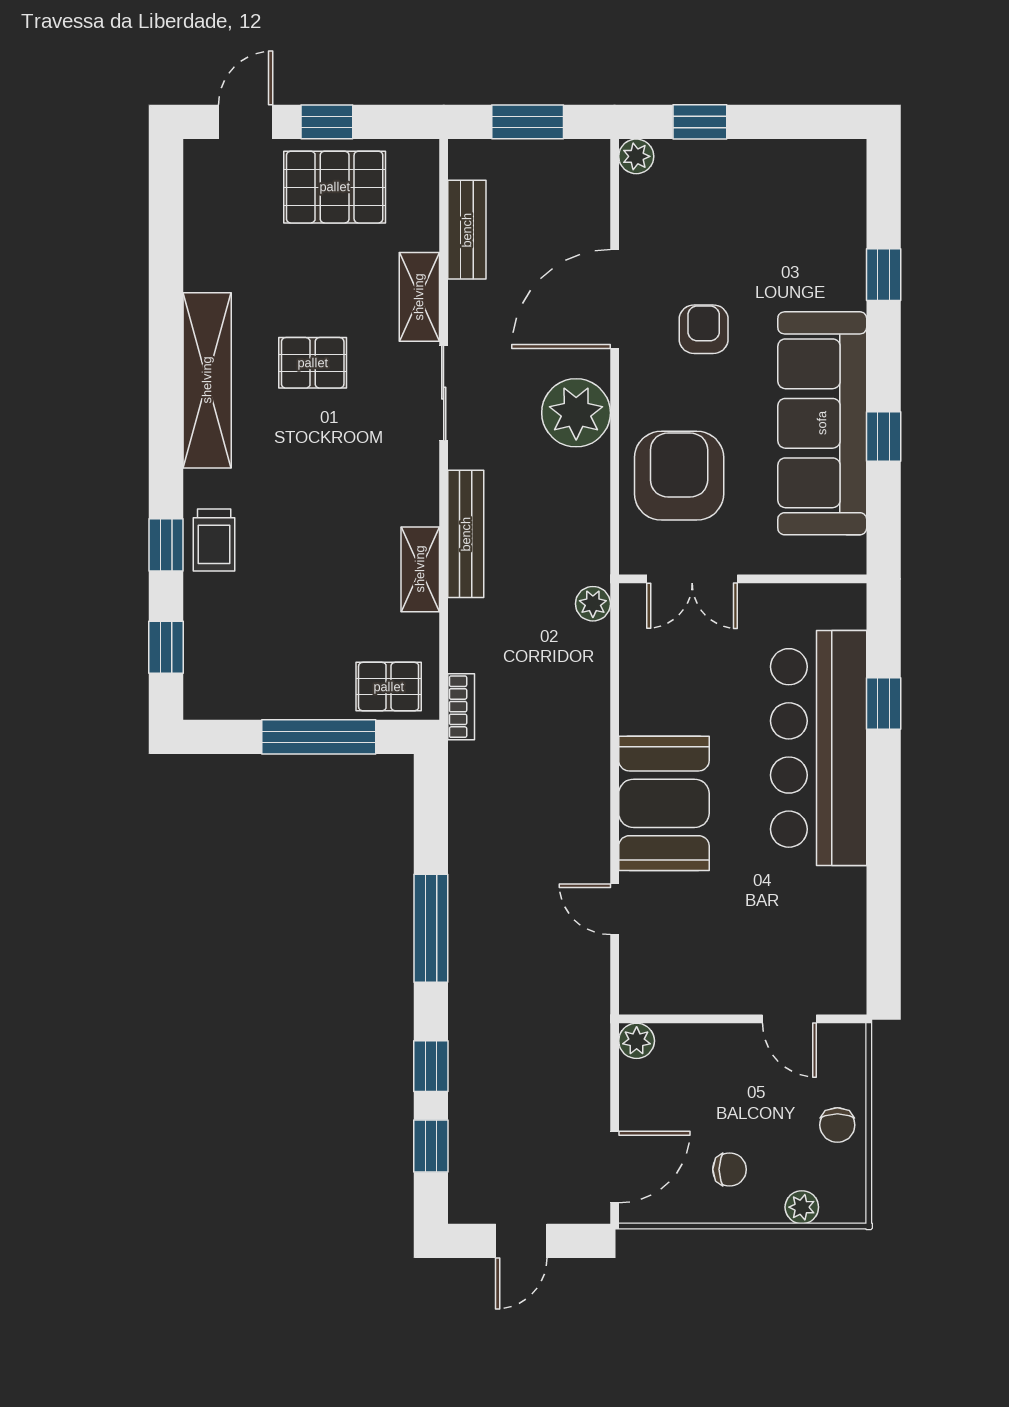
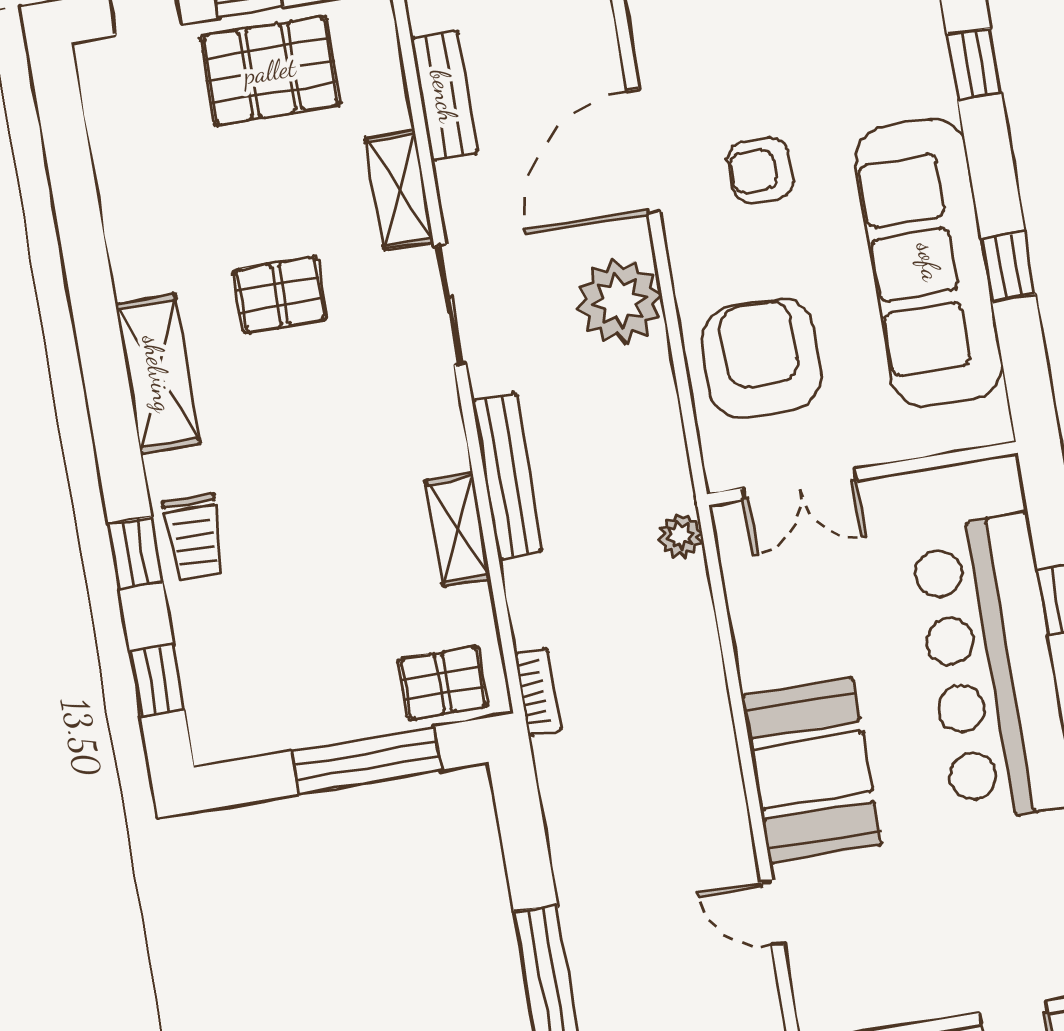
armchair: (704, 329) -> (761, 170), turned -90
shelving: (207, 380) -> (158, 374), width x0.68

